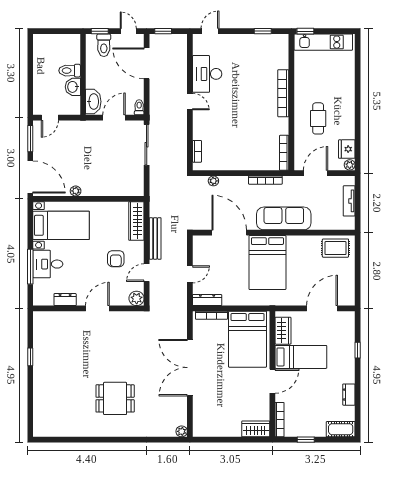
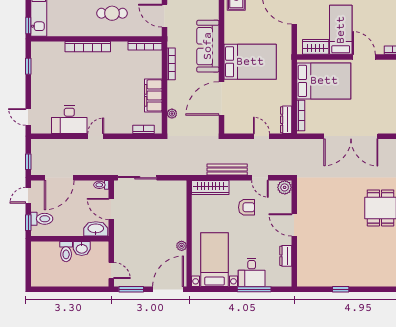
filing cabinet: (232, 161) -> (153, 95), added

